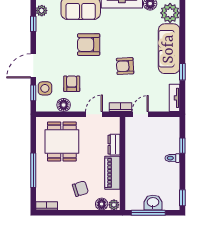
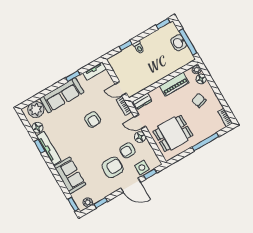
armchair: (89, 45) -> (112, 167), moved, turned -90
floor lamp: (64, 105) -> (140, 137), moved
dresser: (114, 145) -> (142, 101), moved

